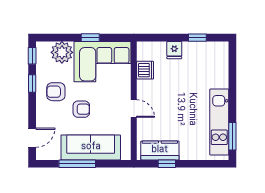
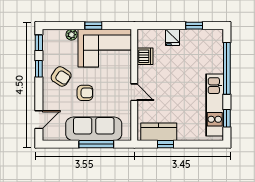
plant: (62, 52) -> (72, 35), width x0.53, depth x0.53
window: (232, 83) -> (227, 68), added
armchair: (56, 92) -> (61, 76), turned -147
window: (232, 136) -> (227, 118), width x0.67
window: (77, 164) -> (96, 144), moved

